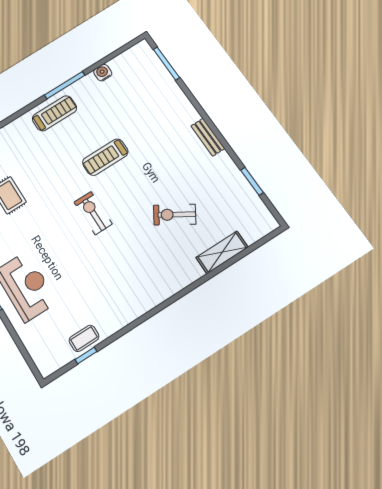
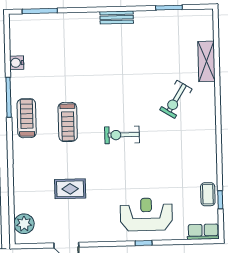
treadmill: (105, 157) -> (68, 122), moved
exercise bike: (175, 215) -> (176, 99), moved
row of seats: (41, 358) -> (203, 232), added

